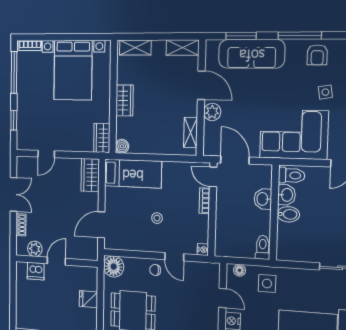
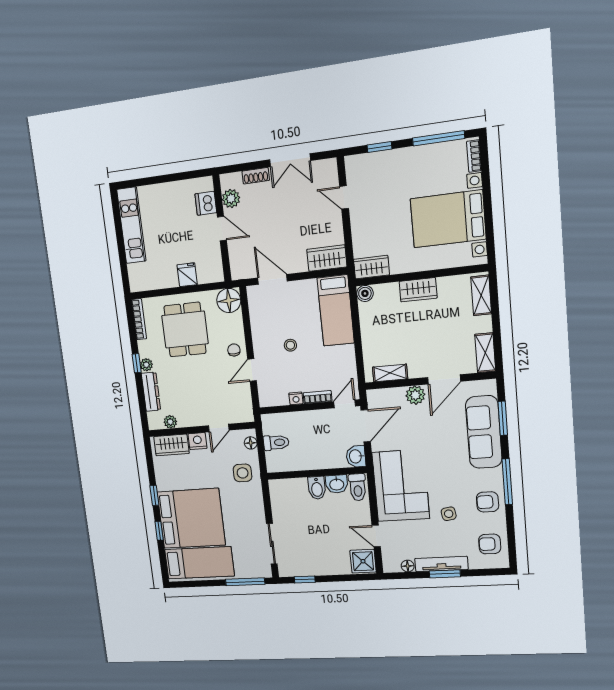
washbasin: (263, 199) -> (356, 456), moved, turned -90
toilet: (263, 247) -> (276, 443), moved
nightstand: (203, 250) -> (296, 398), moved

